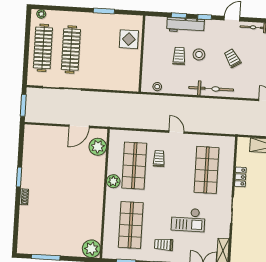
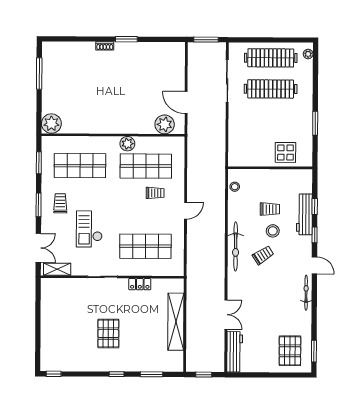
trolley: (232, 58) -> (263, 255), moved

